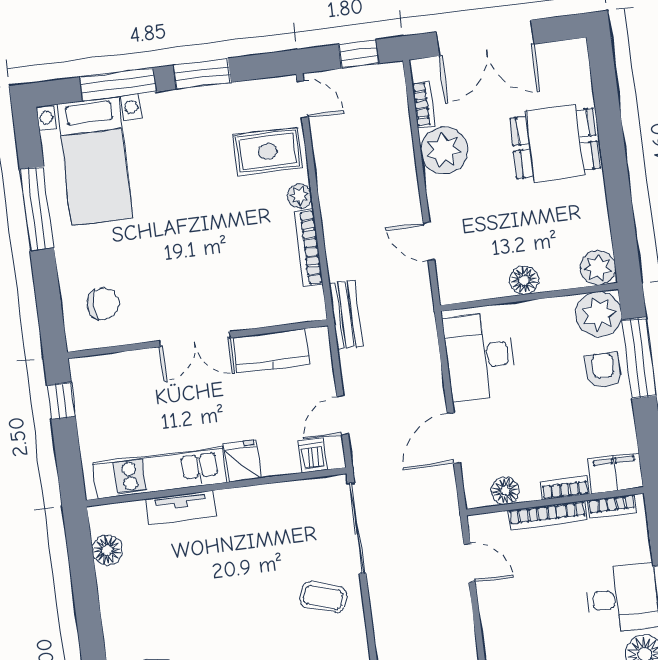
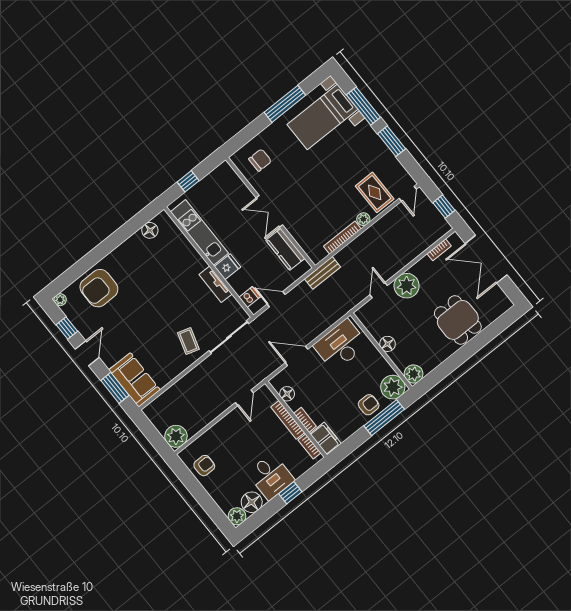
plant: (444, 150) -> (407, 286), moved
chair: (103, 304) -> (260, 160), turned -90
window: (61, 401) -> (188, 181), moved
tv unit: (181, 507) -> (216, 284), moved

